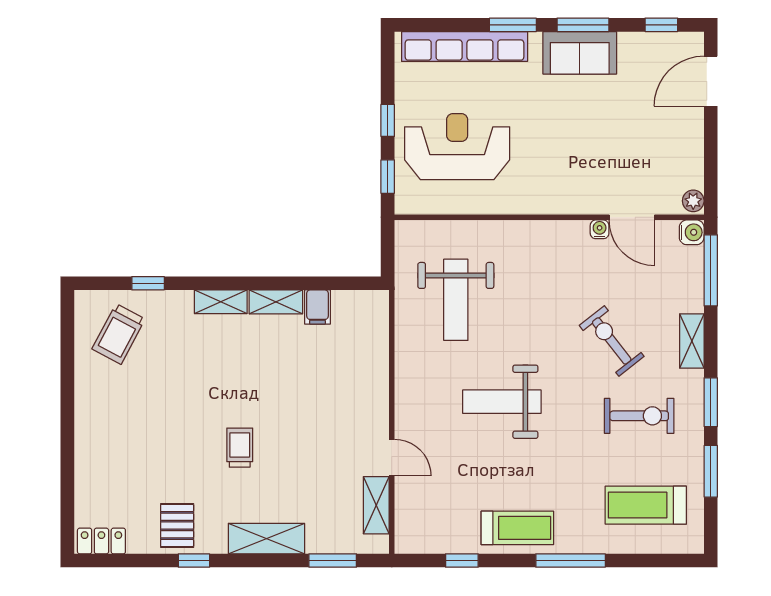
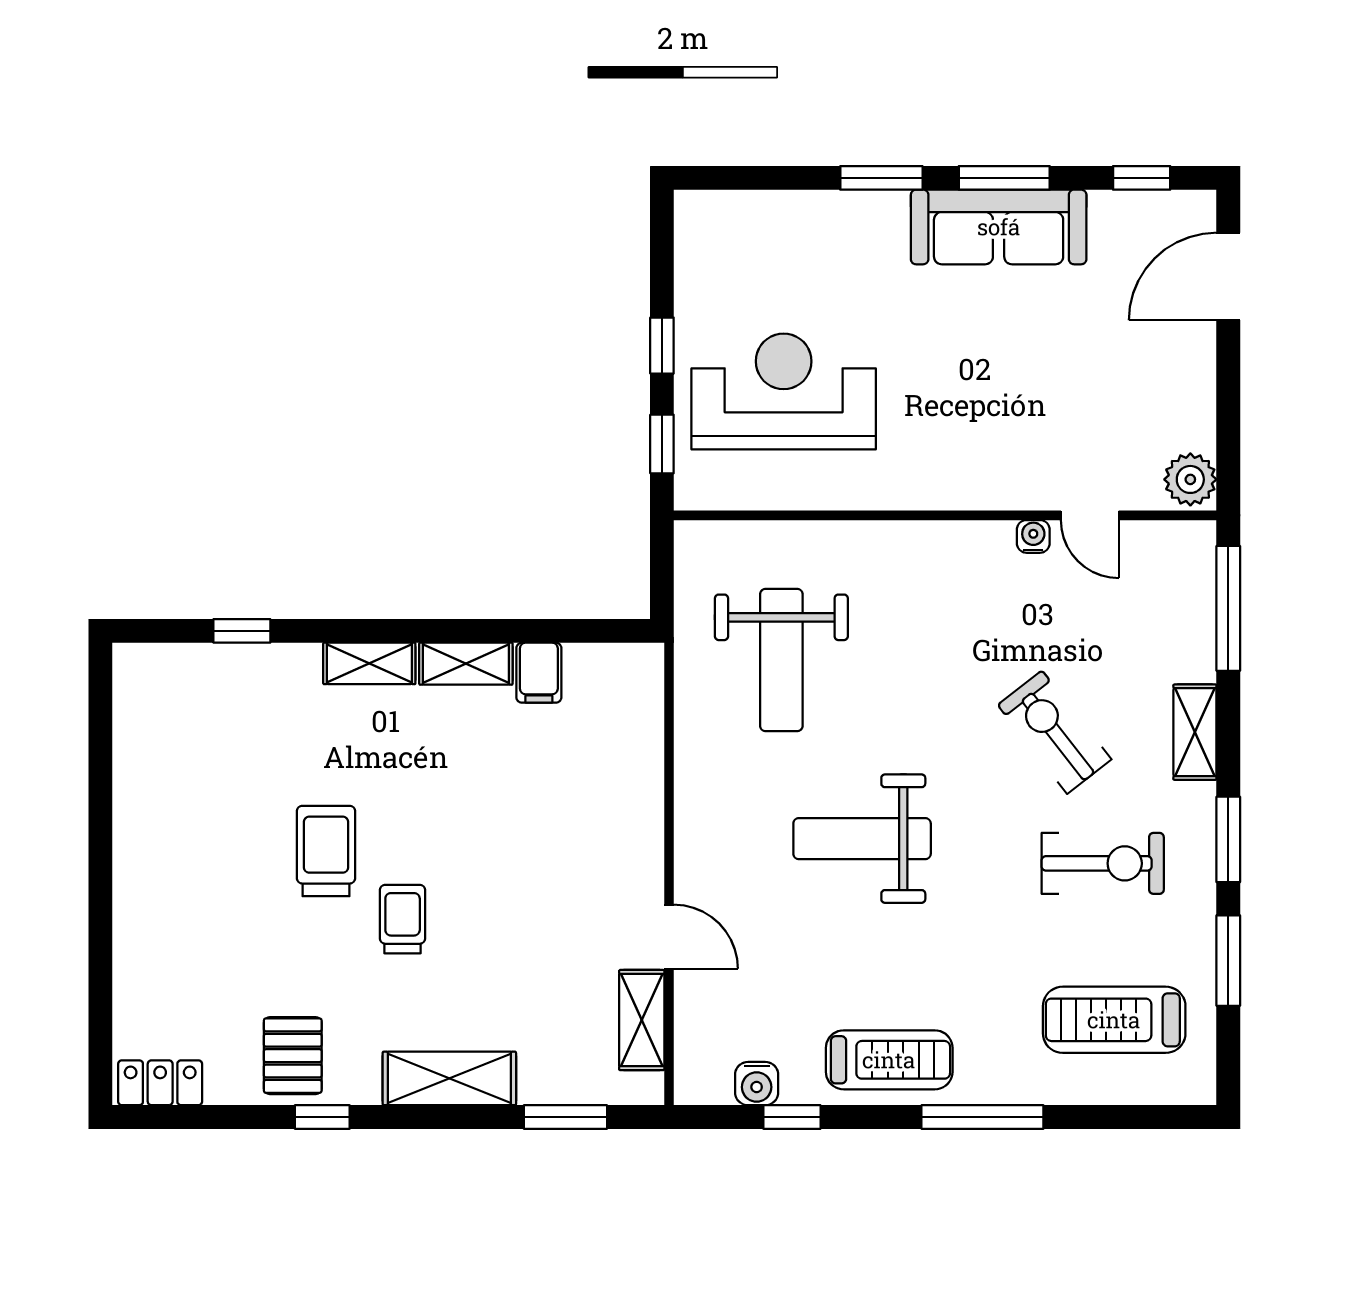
row of seats: (465, 46) -> (797, 216), removed
sofa: (580, 53) -> (999, 227), width x1.36
plant: (693, 201) -> (1190, 479), width x1.38, depth x1.38
door: (632, 217) -> (1090, 515), width x0.73
water cooler: (692, 232) -> (757, 1084), moved, turned 90
trolley: (119, 334) -> (326, 851), moved, turned 152

